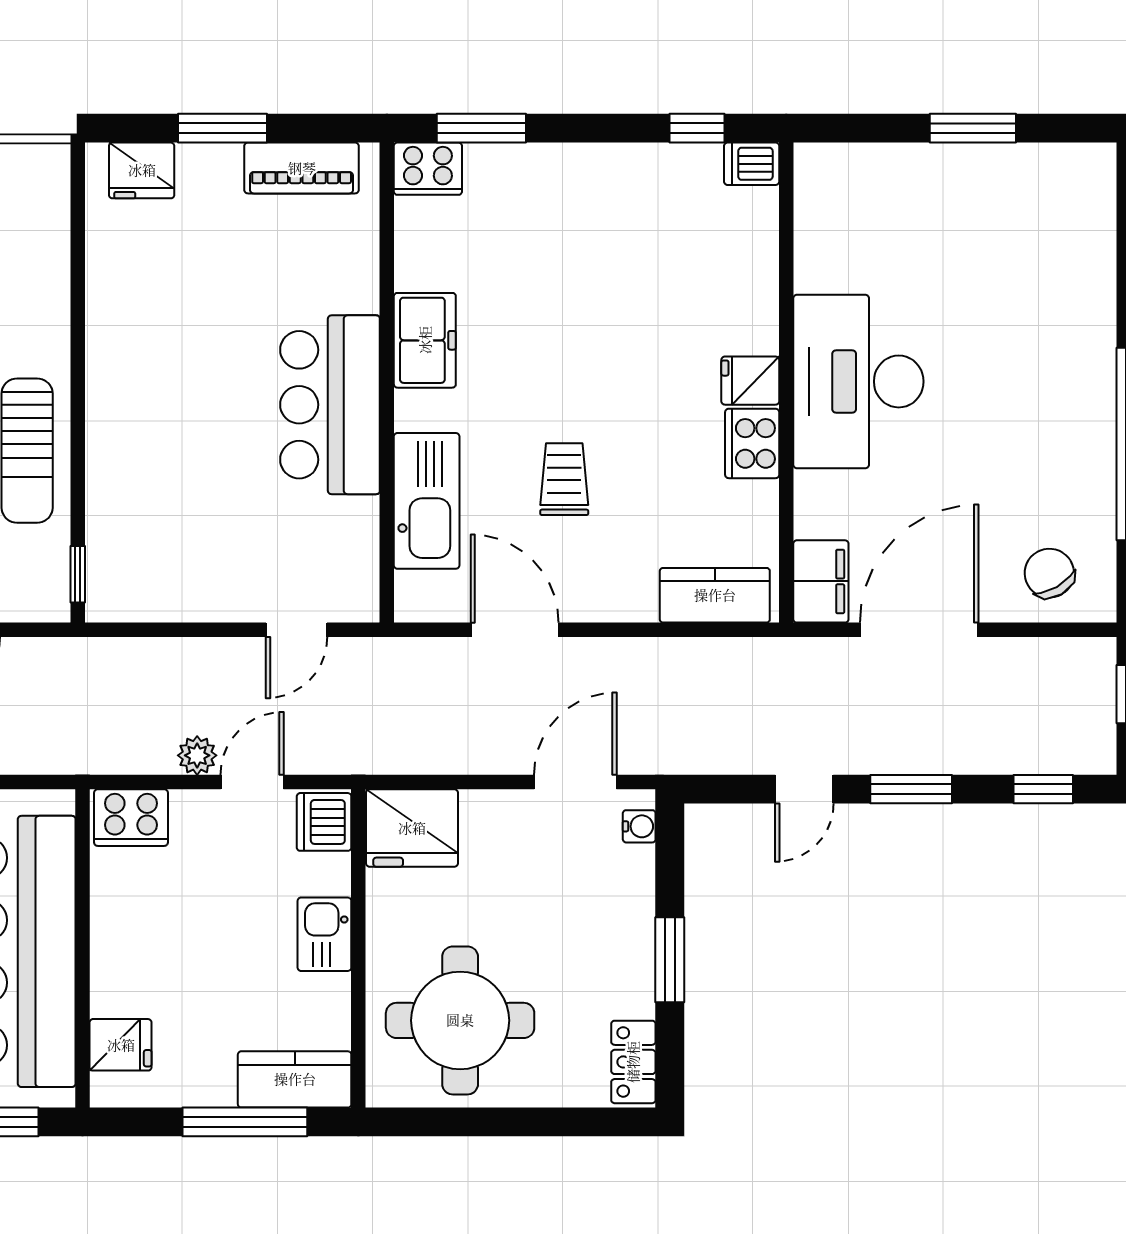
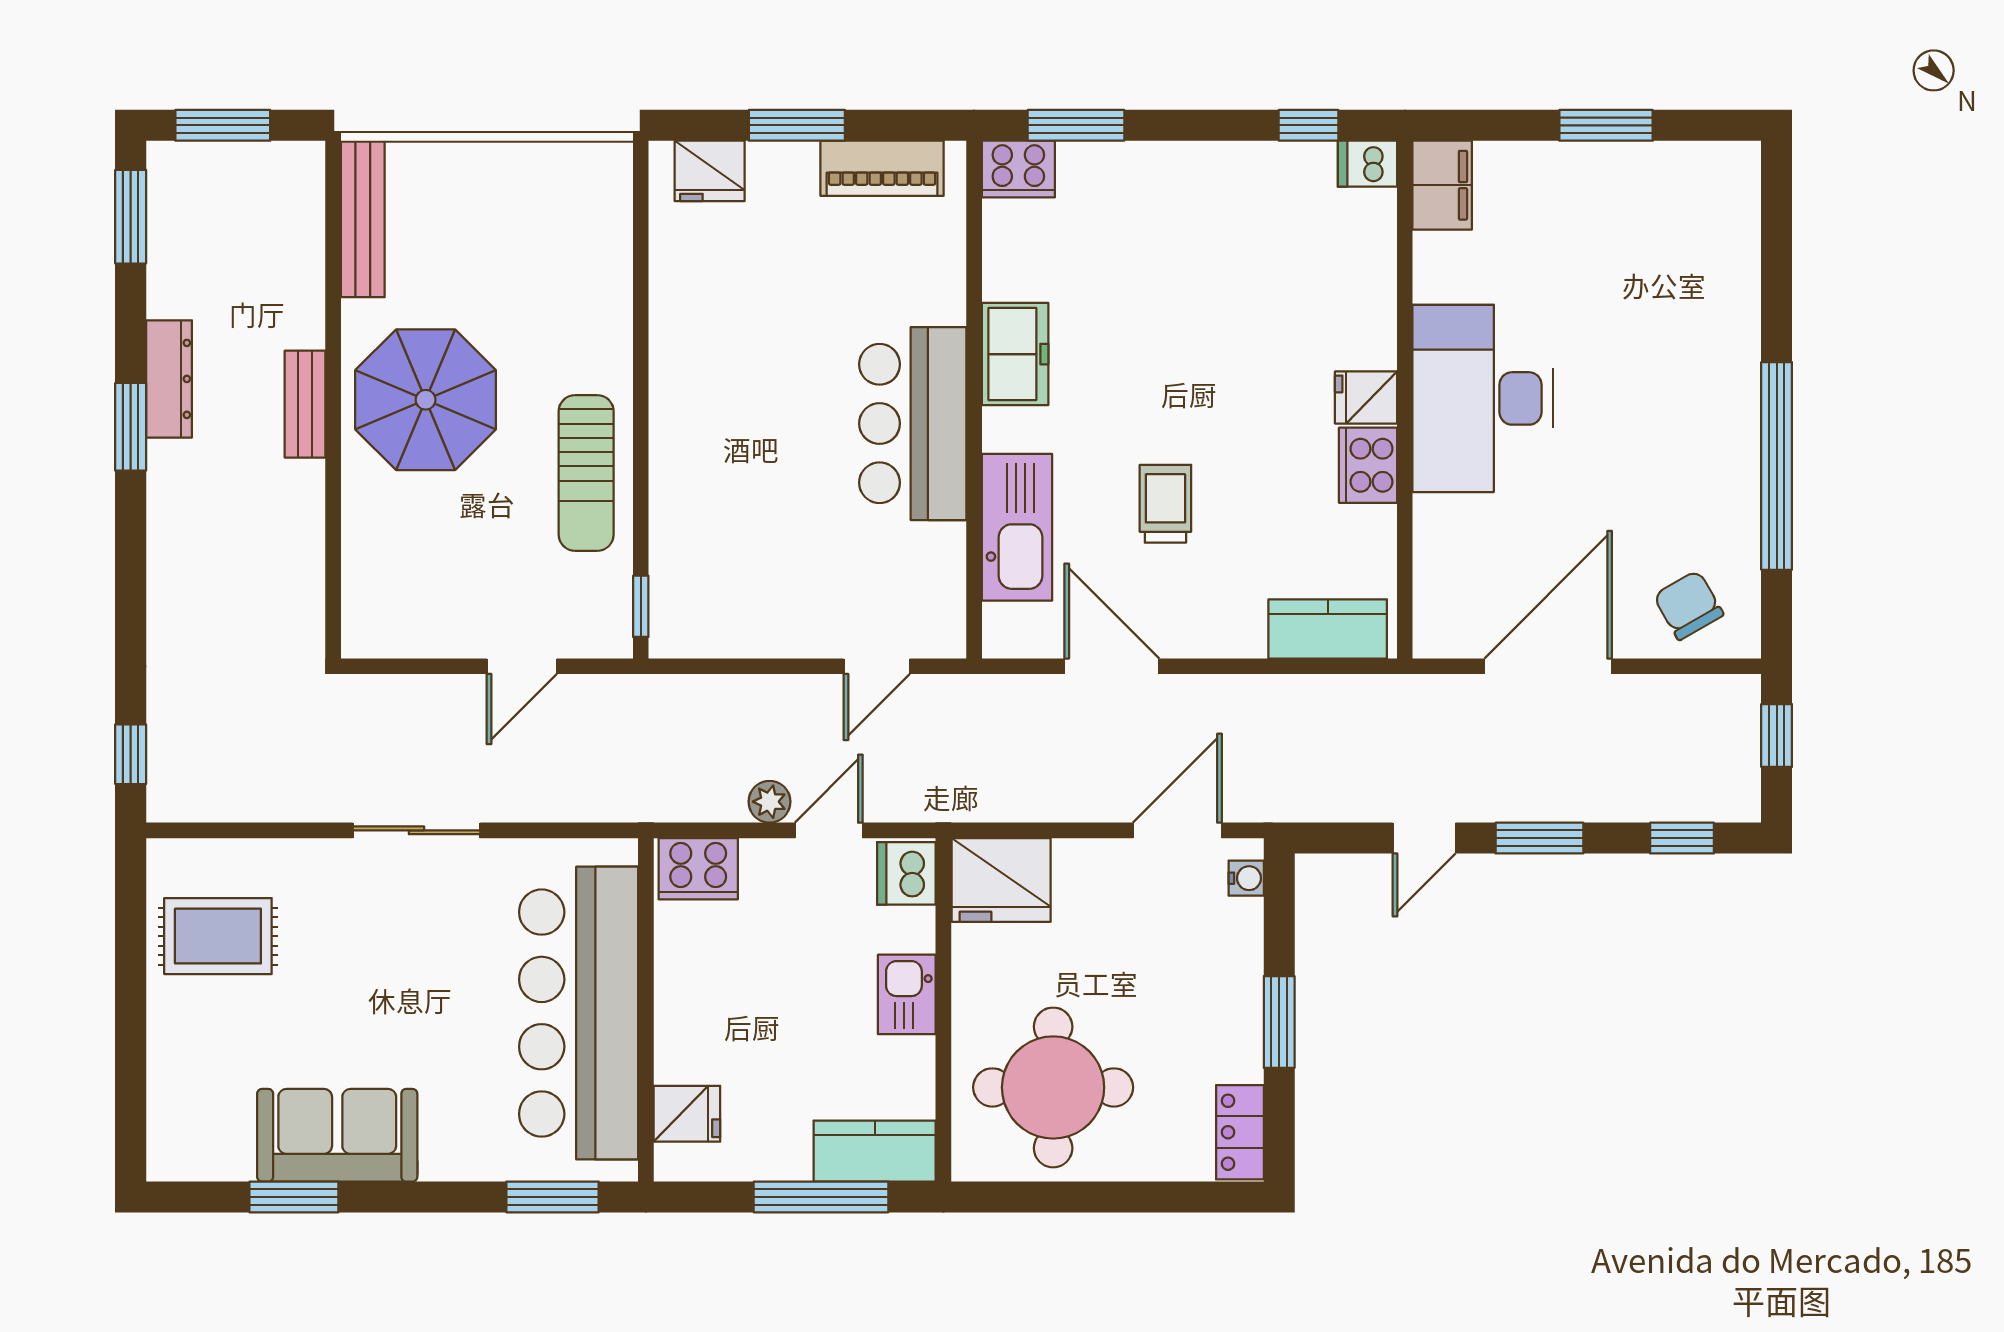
filing cabinet: (821, 581) -> (1442, 185), moved

